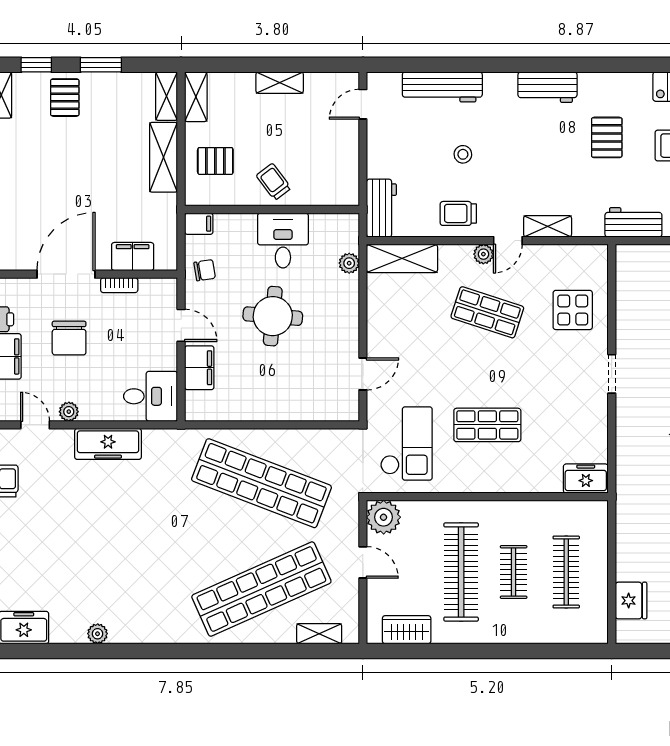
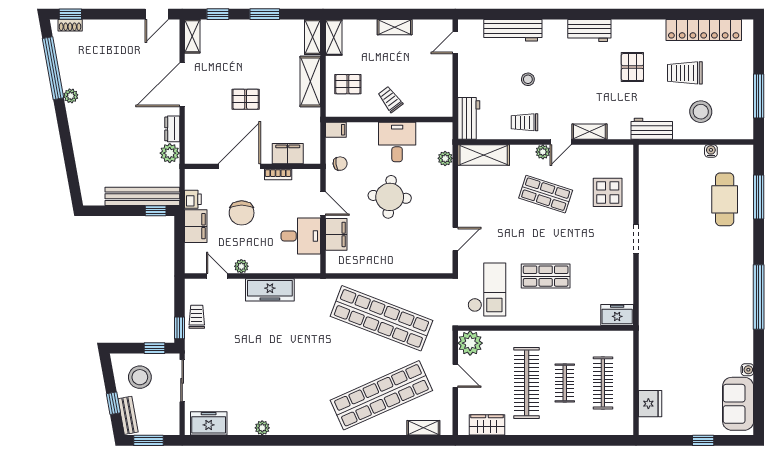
pallet: (65, 98) -> (246, 99), moved, turned 90
desk: (151, 396) -> (301, 236), moved

